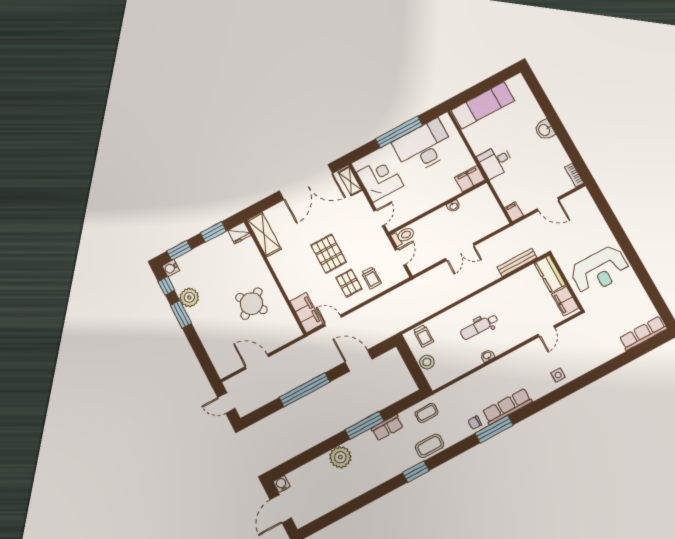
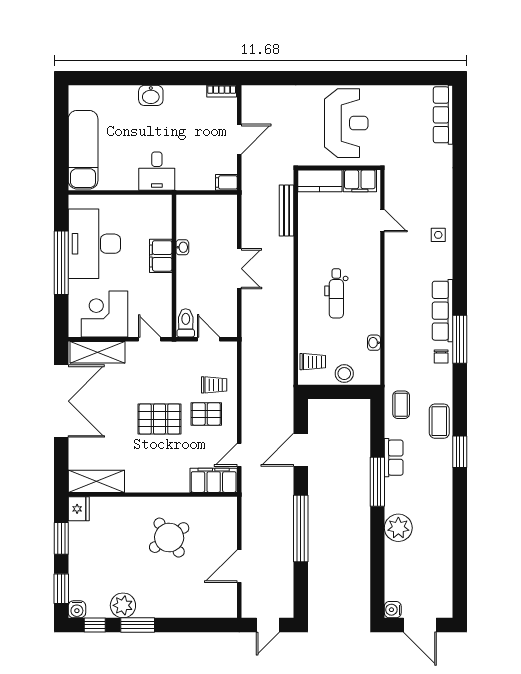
filing cabinet: (470, 179) -> (161, 256), moved
shelving: (350, 181) -> (97, 352), width x1.50, depth x1.33
washbasin: (487, 356) -> (374, 343), moved

